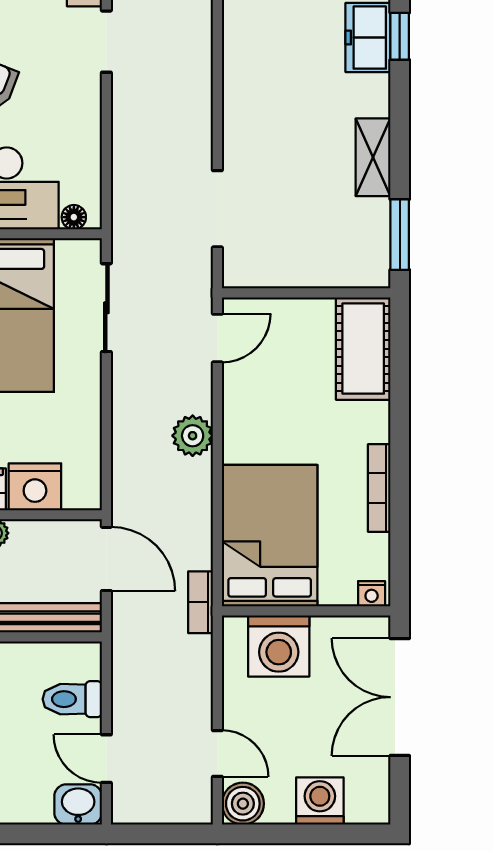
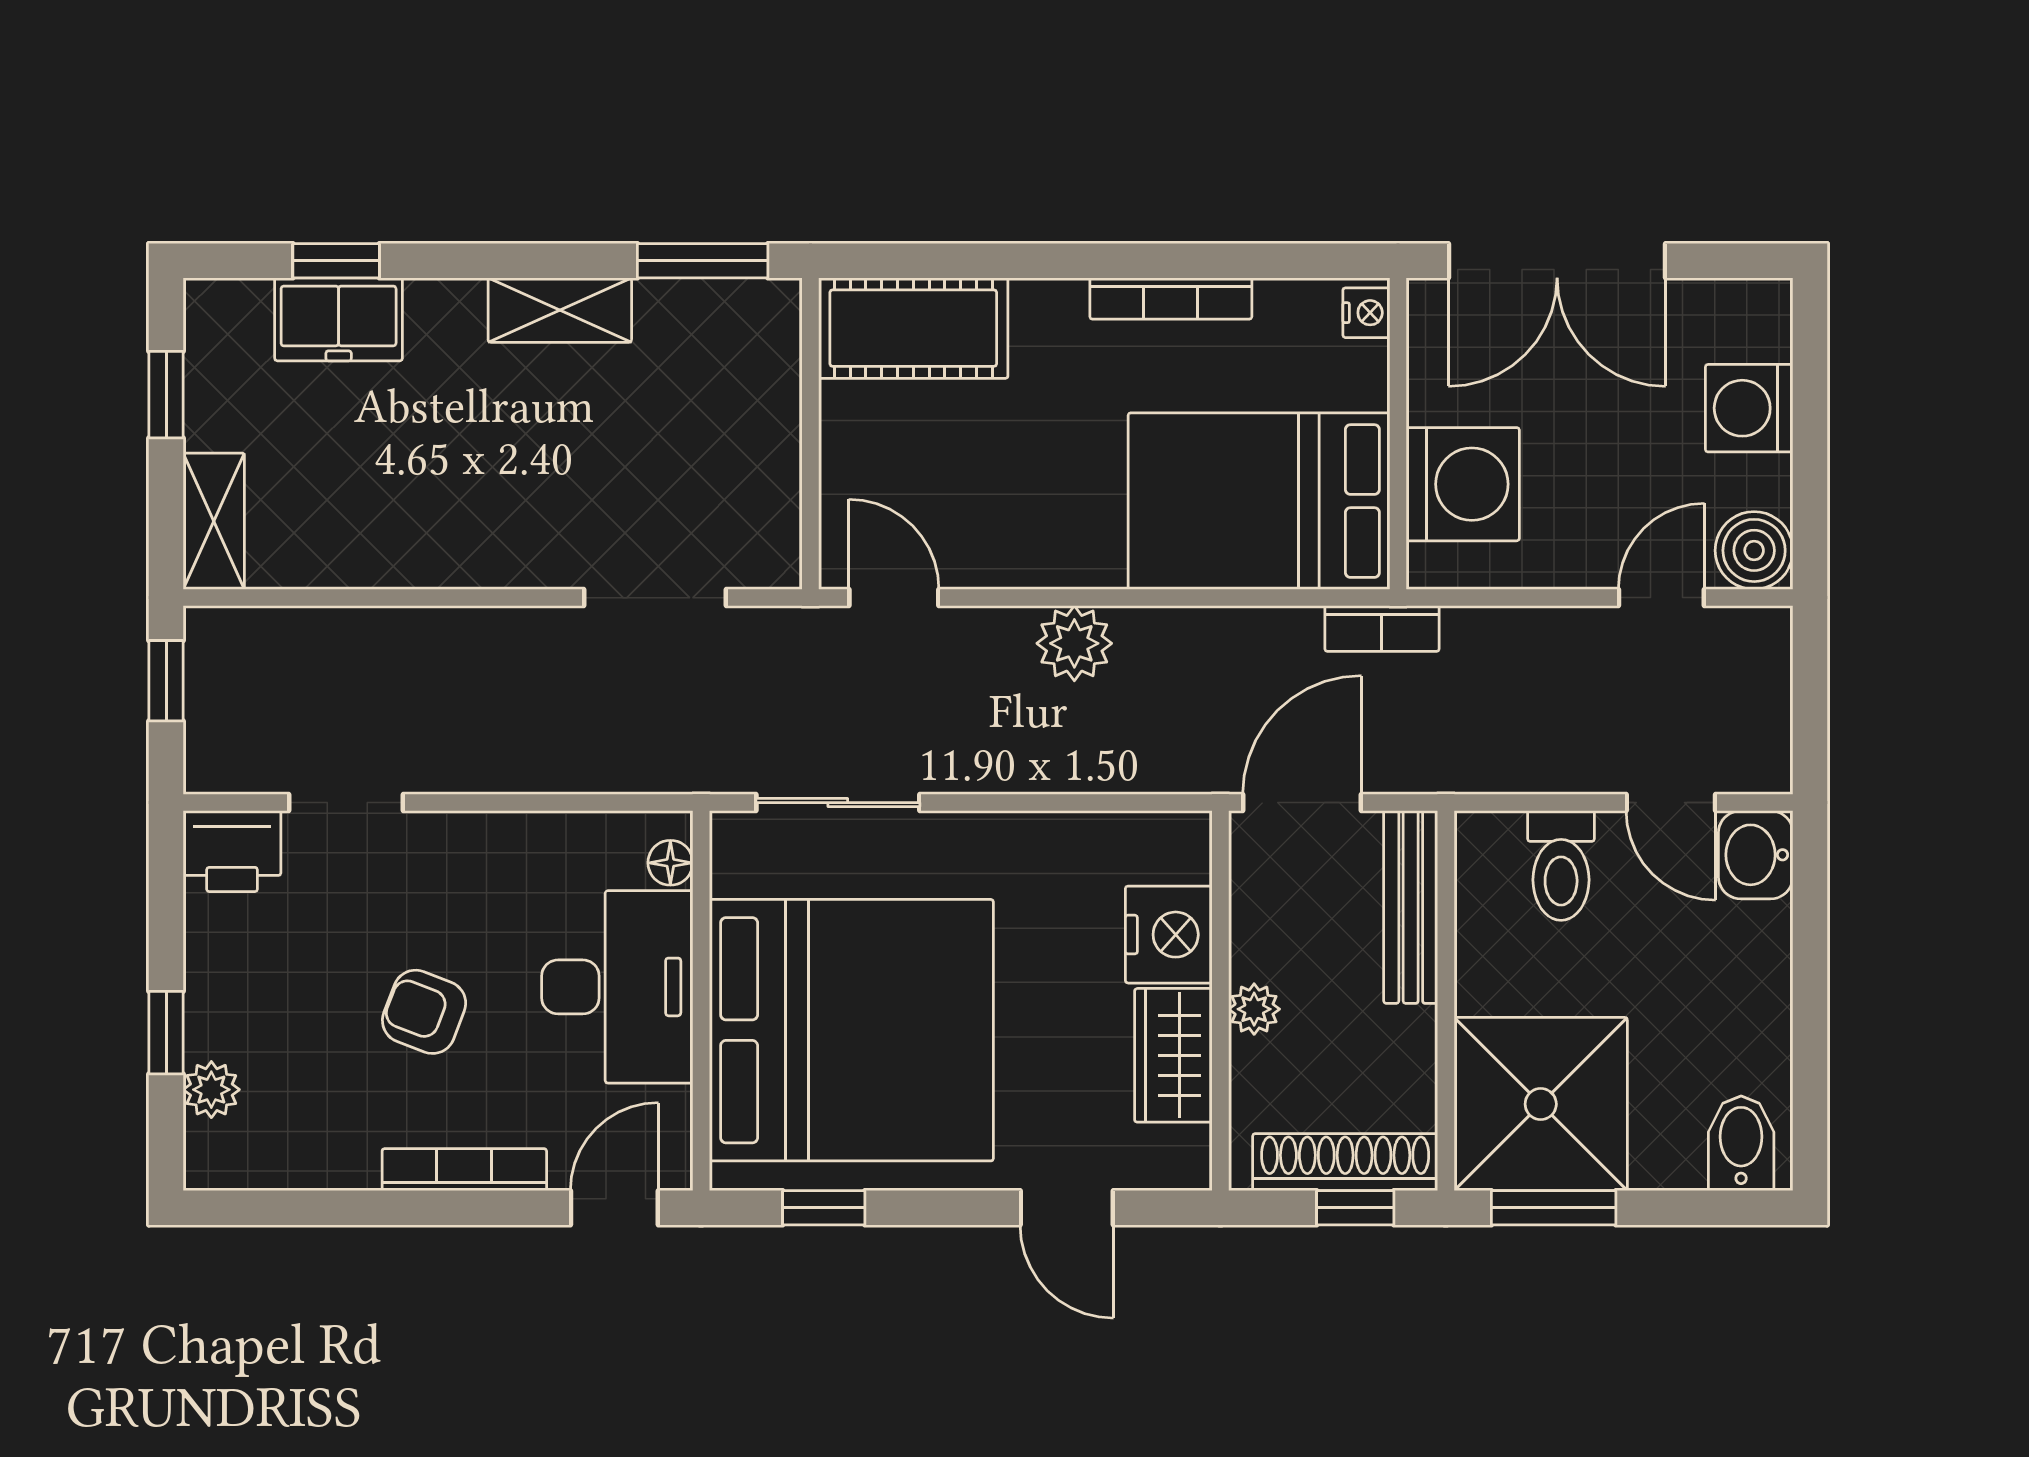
door: (106, 759) -> (1671, 803), hinge flipped

